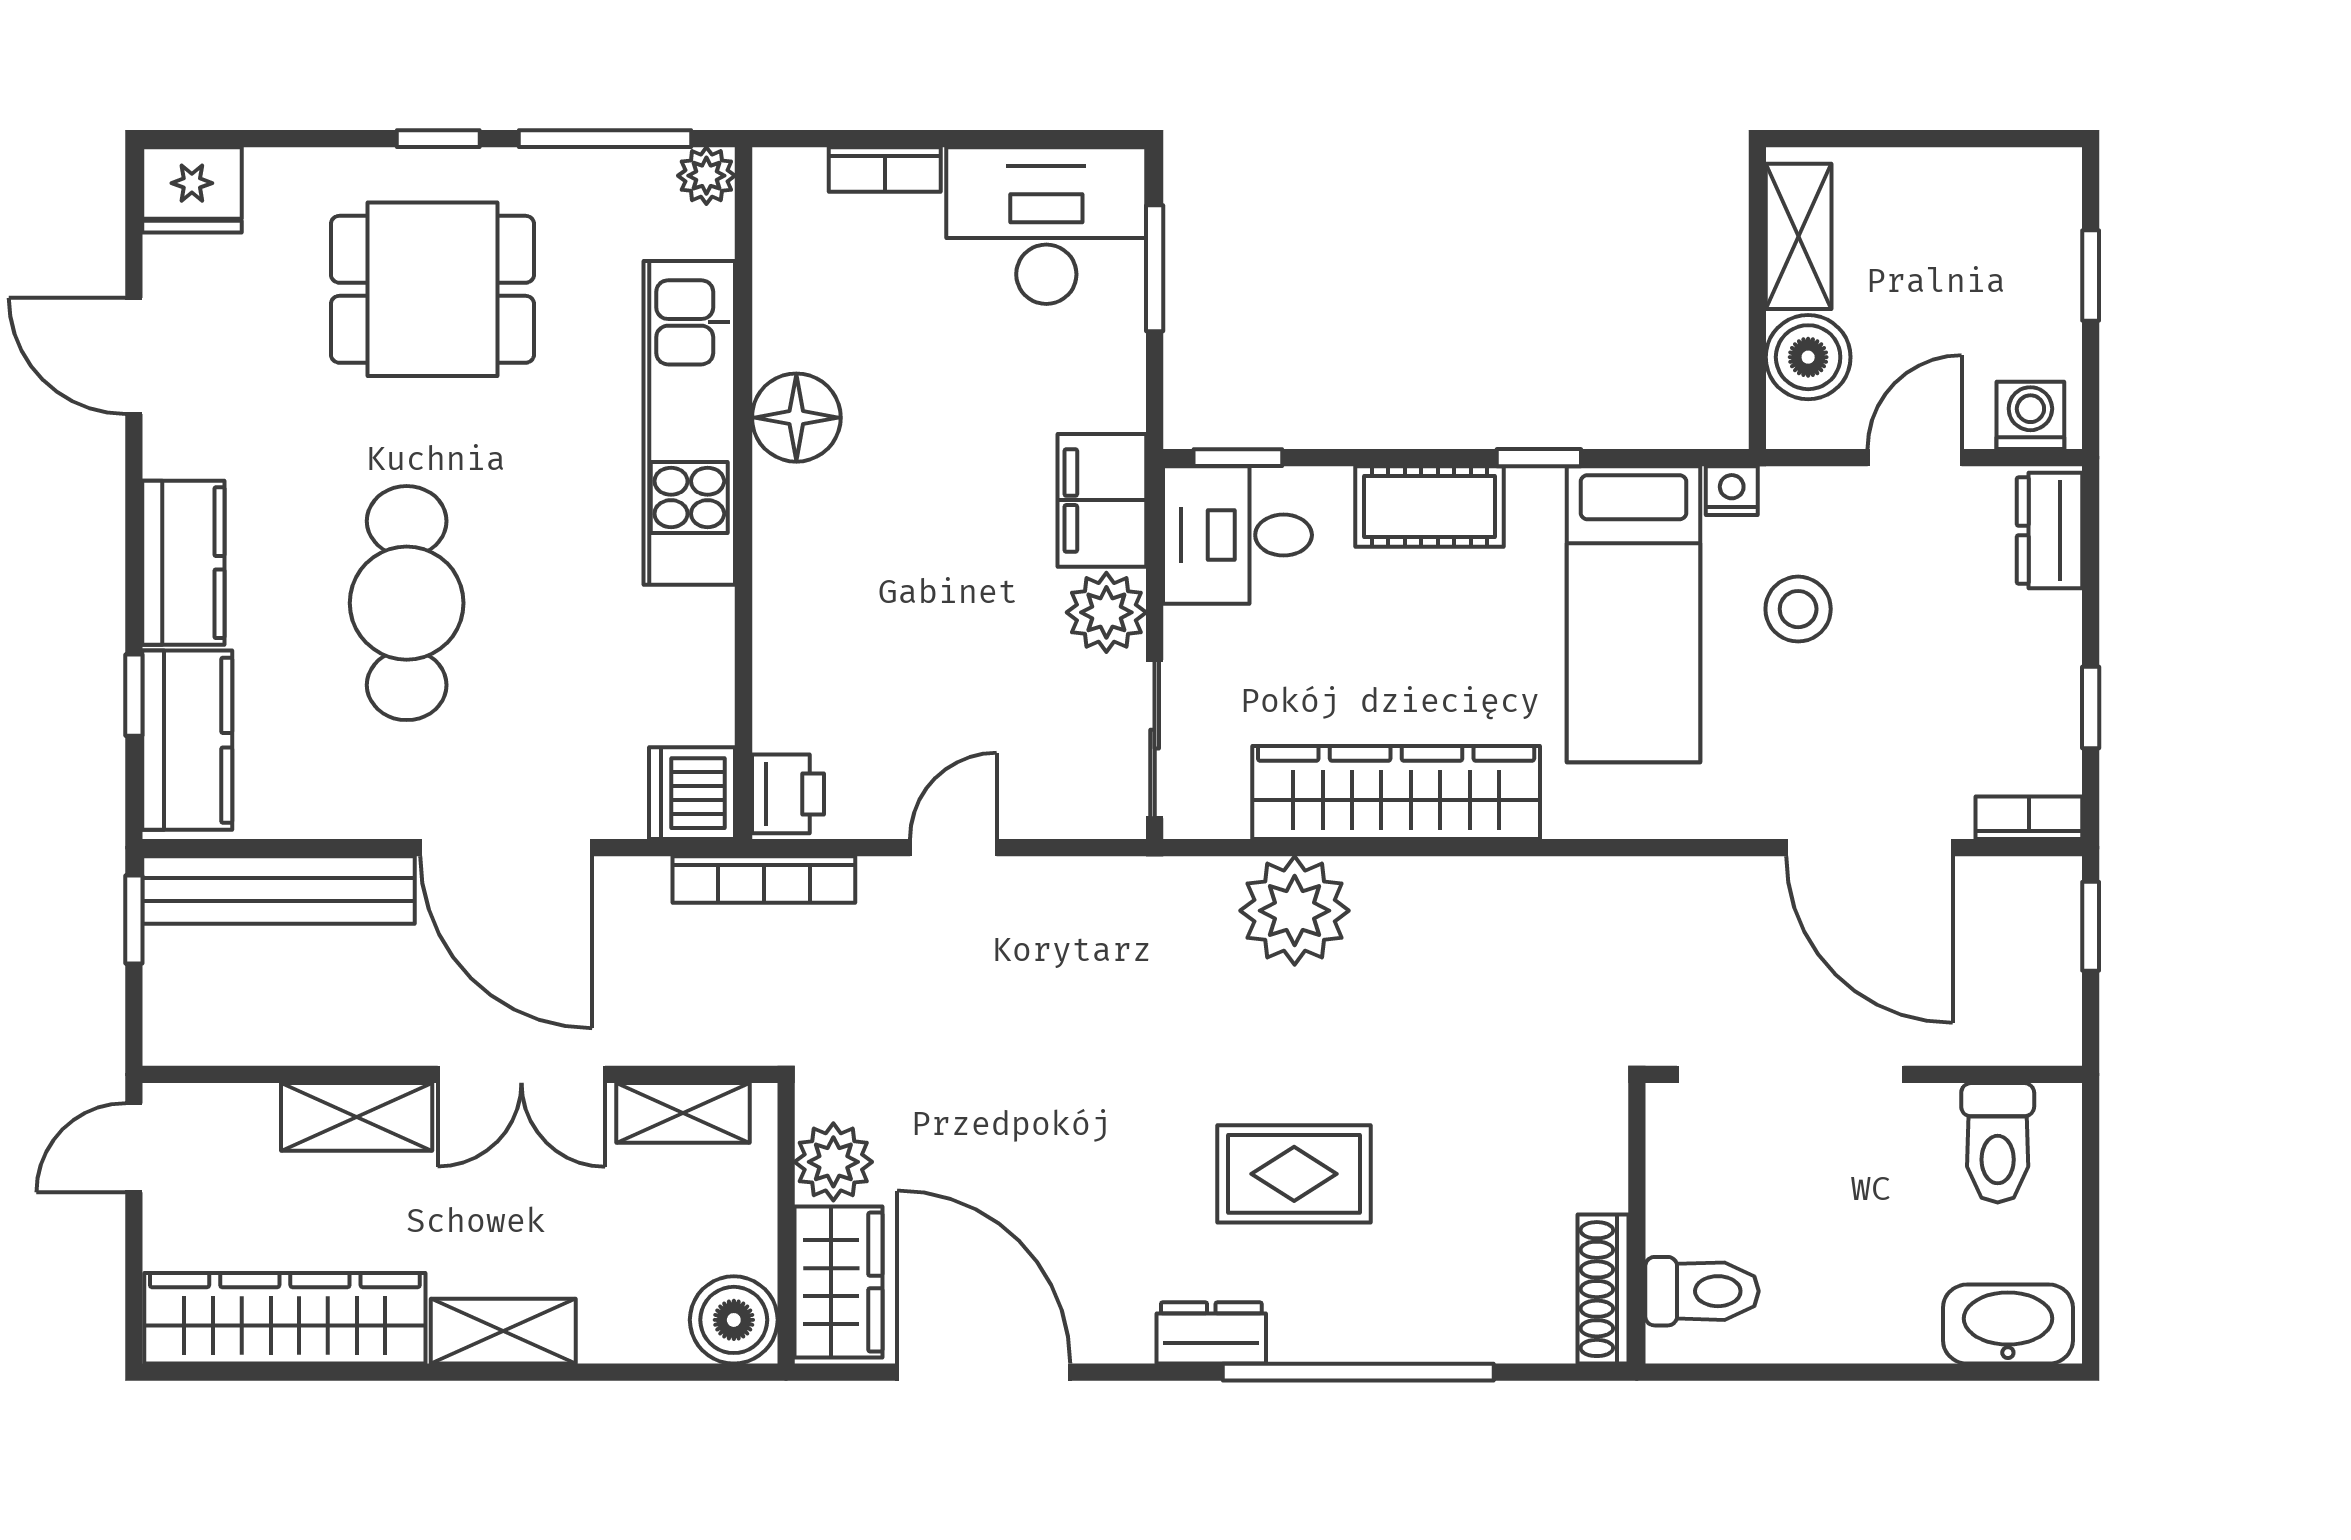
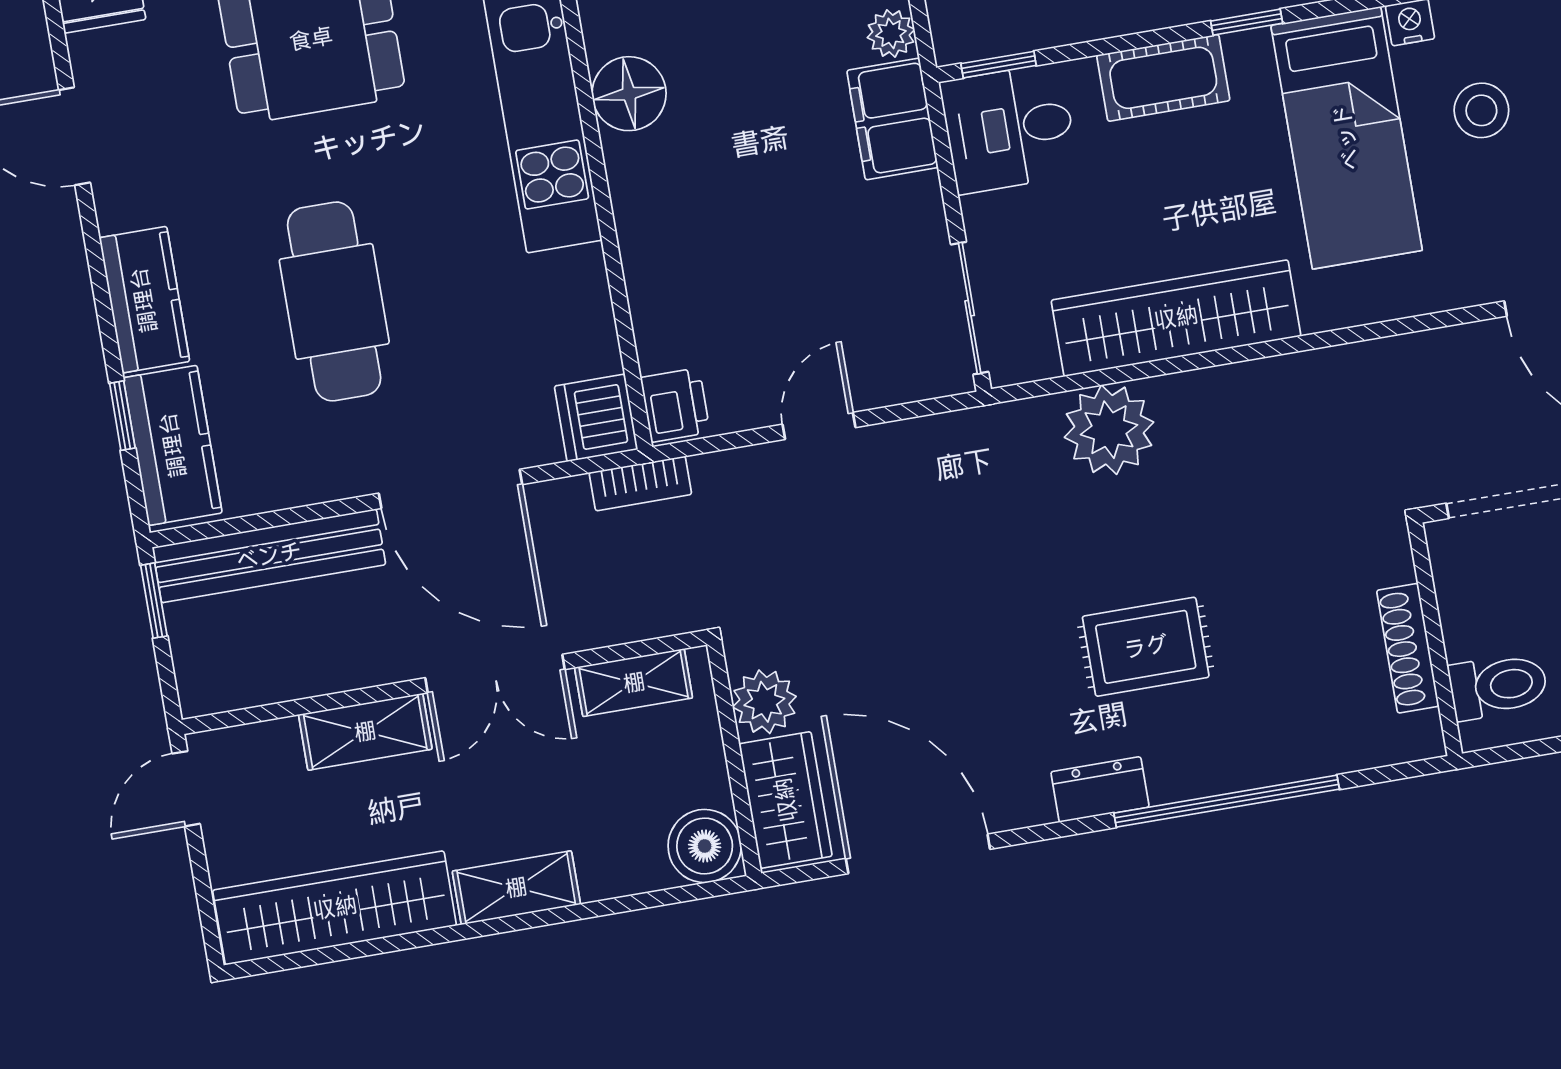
plant: (1106, 612) -> (891, 33), moved, width x0.73, depth x0.73
bookcase: (764, 879) -> (640, 483), width x0.64
shoe rack: (1603, 1289) -> (1408, 648), moved

